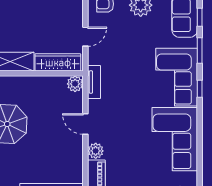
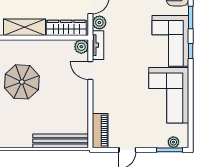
door: (85, 124) -> (90, 70), moved
plant: (96, 151) -> (99, 23), moved

